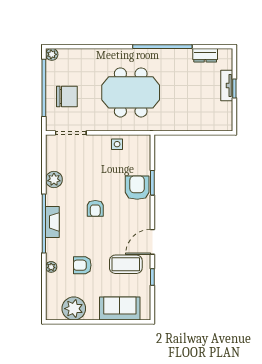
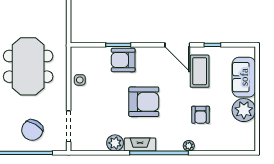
chair: (67, 97) -> (32, 130), turned -150
armchair: (95, 208) -> (144, 102), width x1.88, depth x1.88
fireplace: (52, 222) -> (140, 145), moved
plant: (51, 267) -> (189, 146), moved
plant: (74, 309) -> (244, 110), moved

